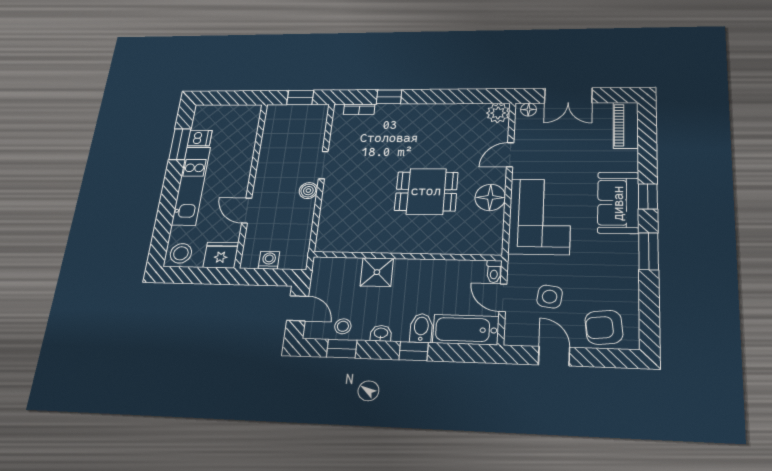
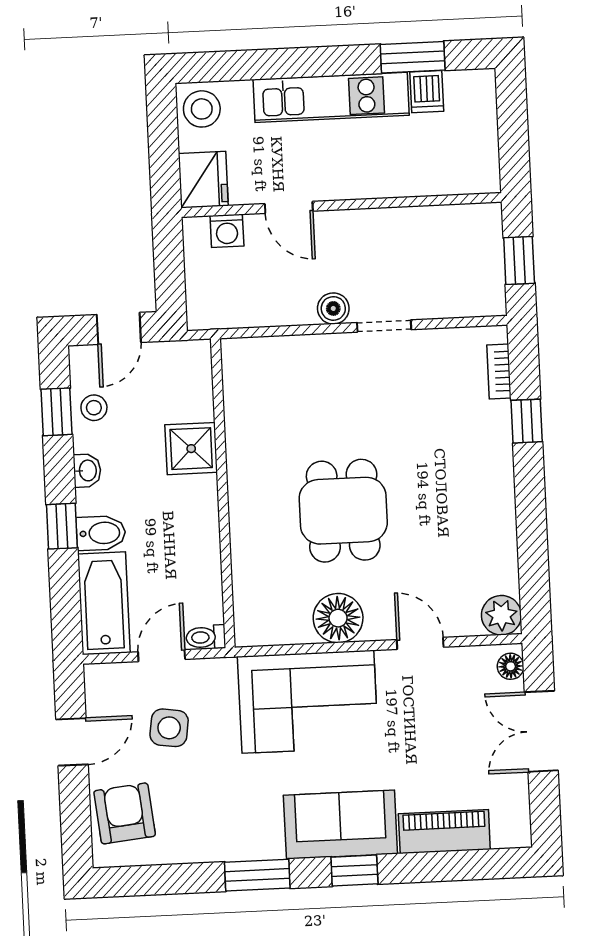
piano: (626, 125) -> (444, 832), moved
door: (247, 211) -> (289, 207), swing flipped
washing machine: (269, 260) -> (227, 231), moved, turned 90

